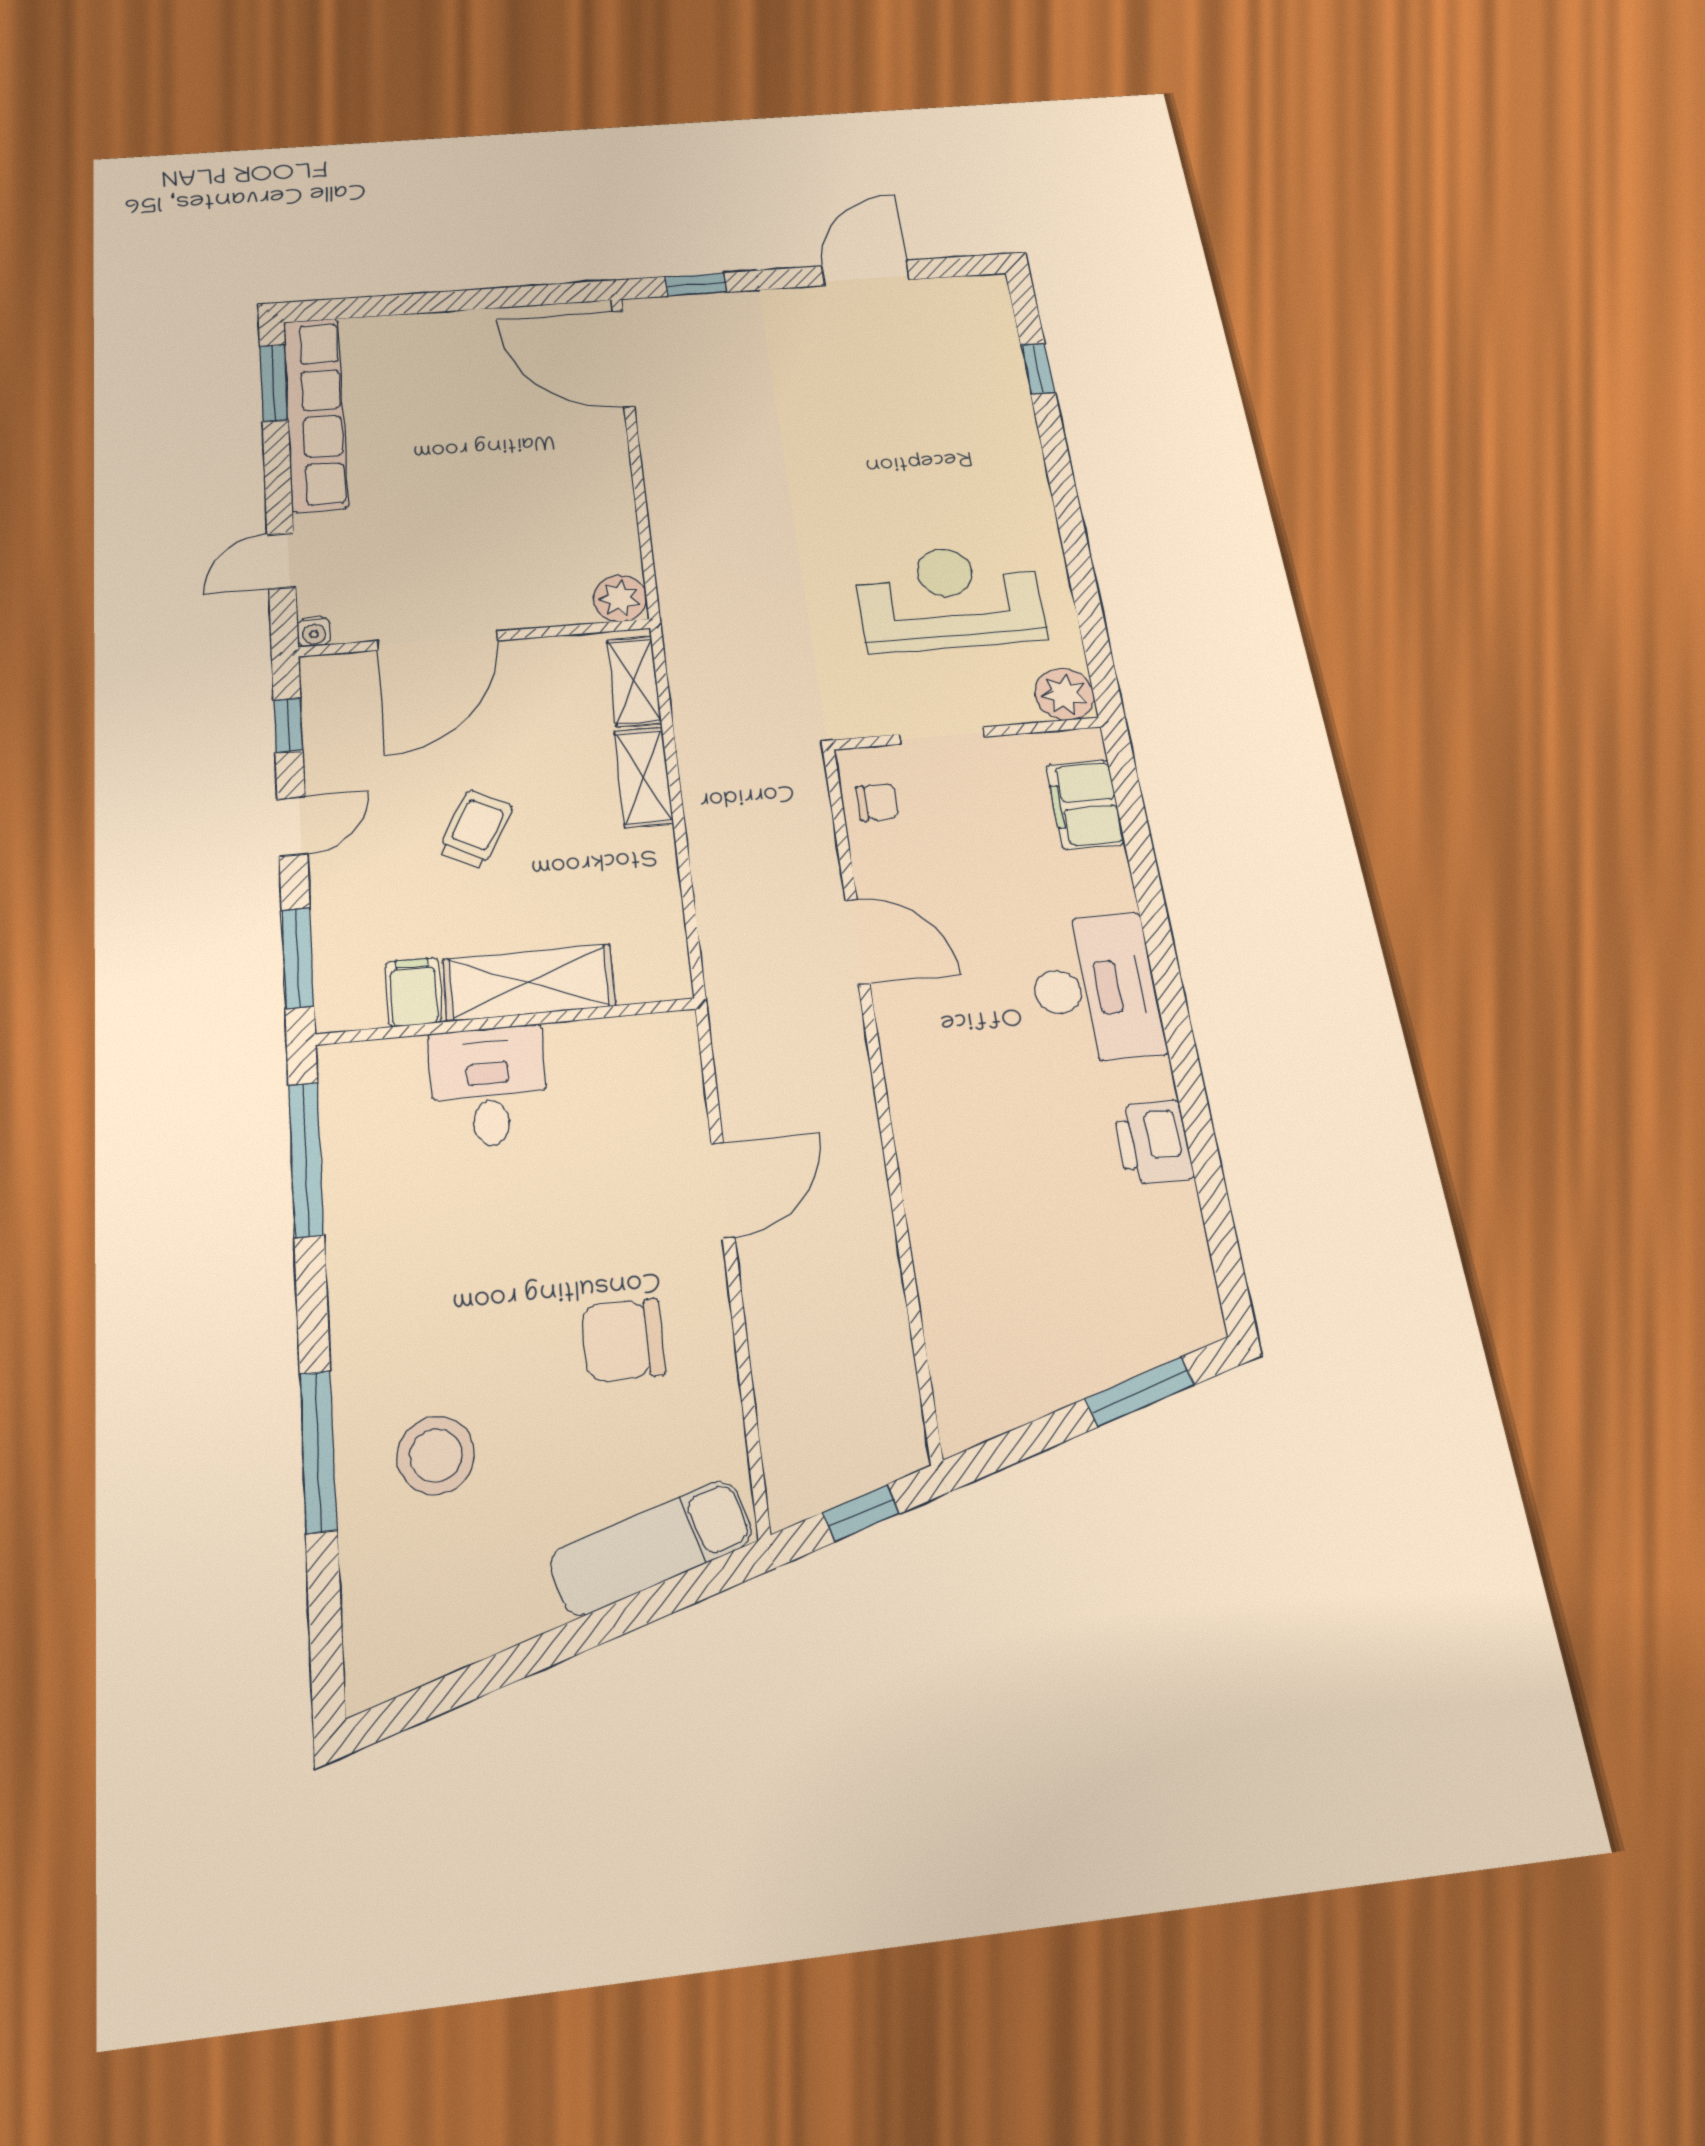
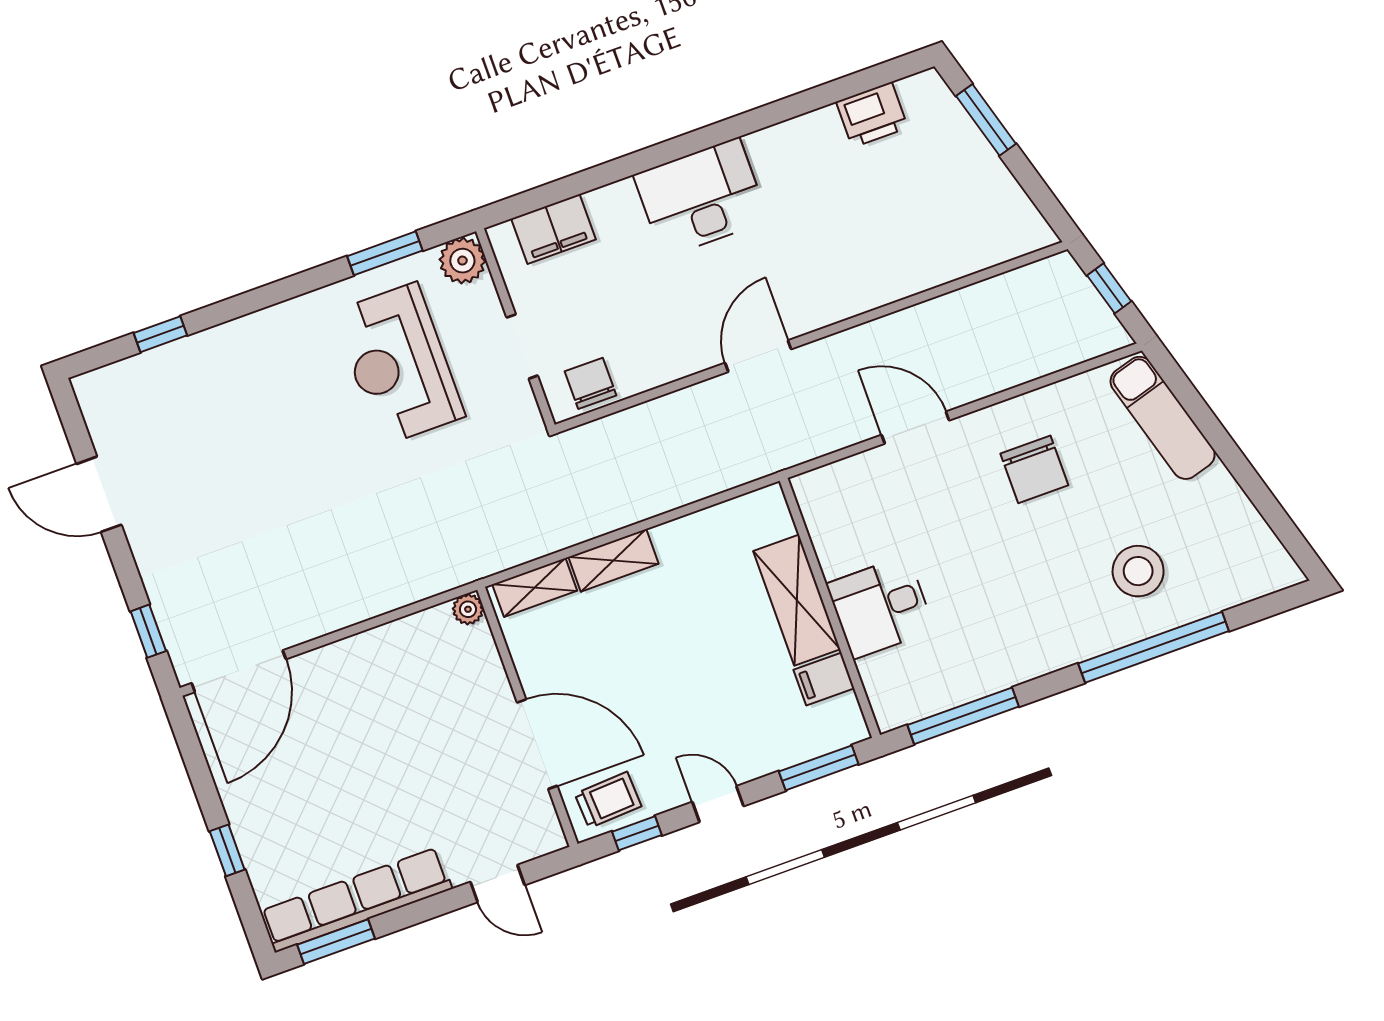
window: (419, 303) -> (227, 850), added
plant: (620, 598) -> (468, 609), width x0.73, depth x0.73
window: (1090, 613) -> (385, 253), added
water cooler: (314, 632) -> (553, 839), removed
chair: (877, 802) -> (591, 383), width x1.37, depth x1.37
trolley: (475, 829) -> (608, 800), moved, turned 149
door: (858, 942) -> (758, 356), moved
printer: (1153, 1142) -> (872, 115), moved
window: (318, 1451) -> (1154, 647), width x1.46

